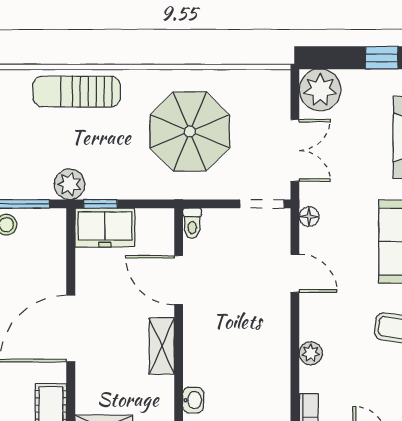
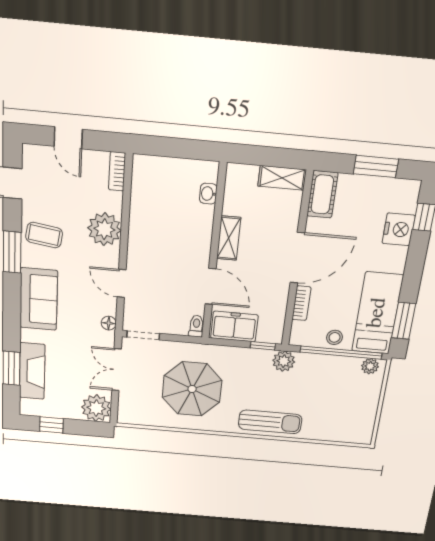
freezer: (105, 228) -> (234, 327), moved
bookcase: (57, 268) -> (301, 303), added
plant: (311, 353) -> (104, 229), width x1.88, depth x1.88

